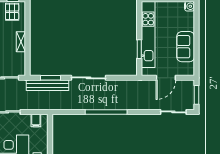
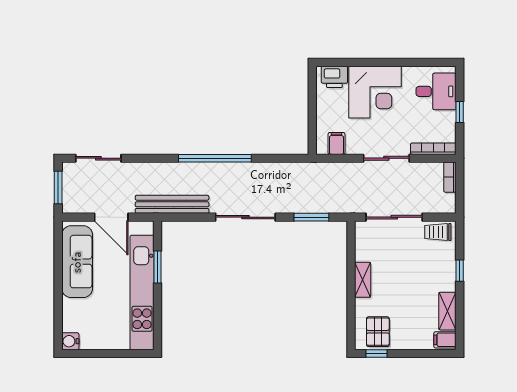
sofa: (186, 47) -> (77, 262), width x1.36
door: (166, 78) -> (111, 217), swing flipped
bench: (47, 85) -> (172, 204), moved

